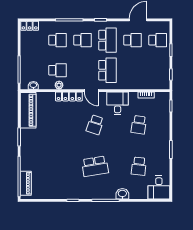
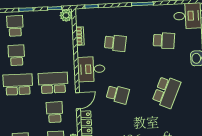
school desk: (82, 40) -> (55, 112), moved
plant: (164, 84) -> (66, 15), added
school desk: (95, 166) -> (166, 92), turned 33

